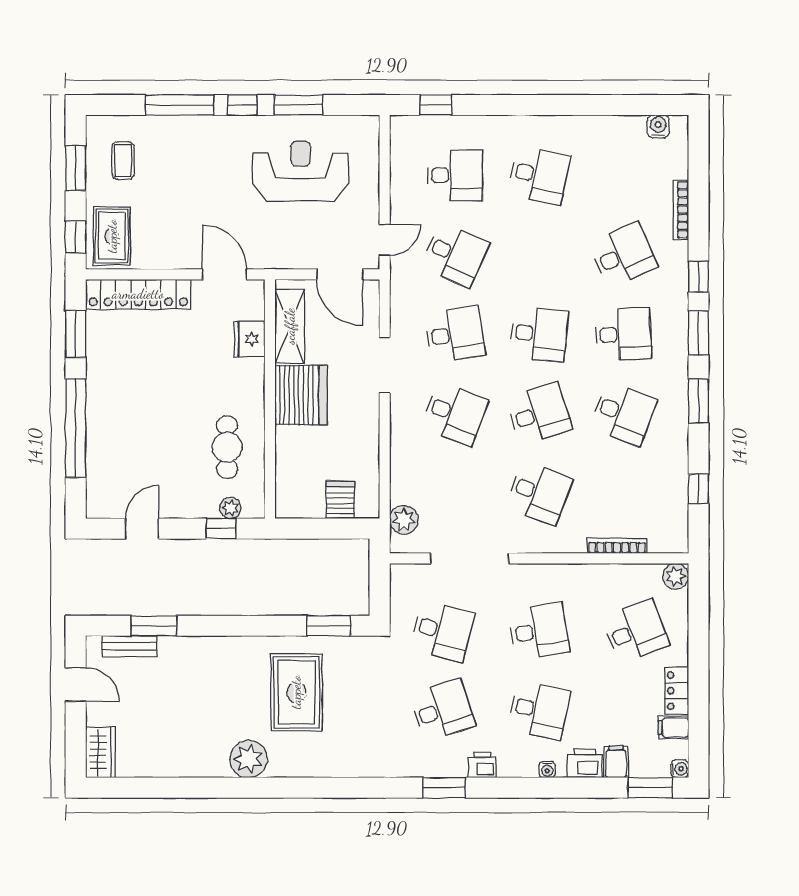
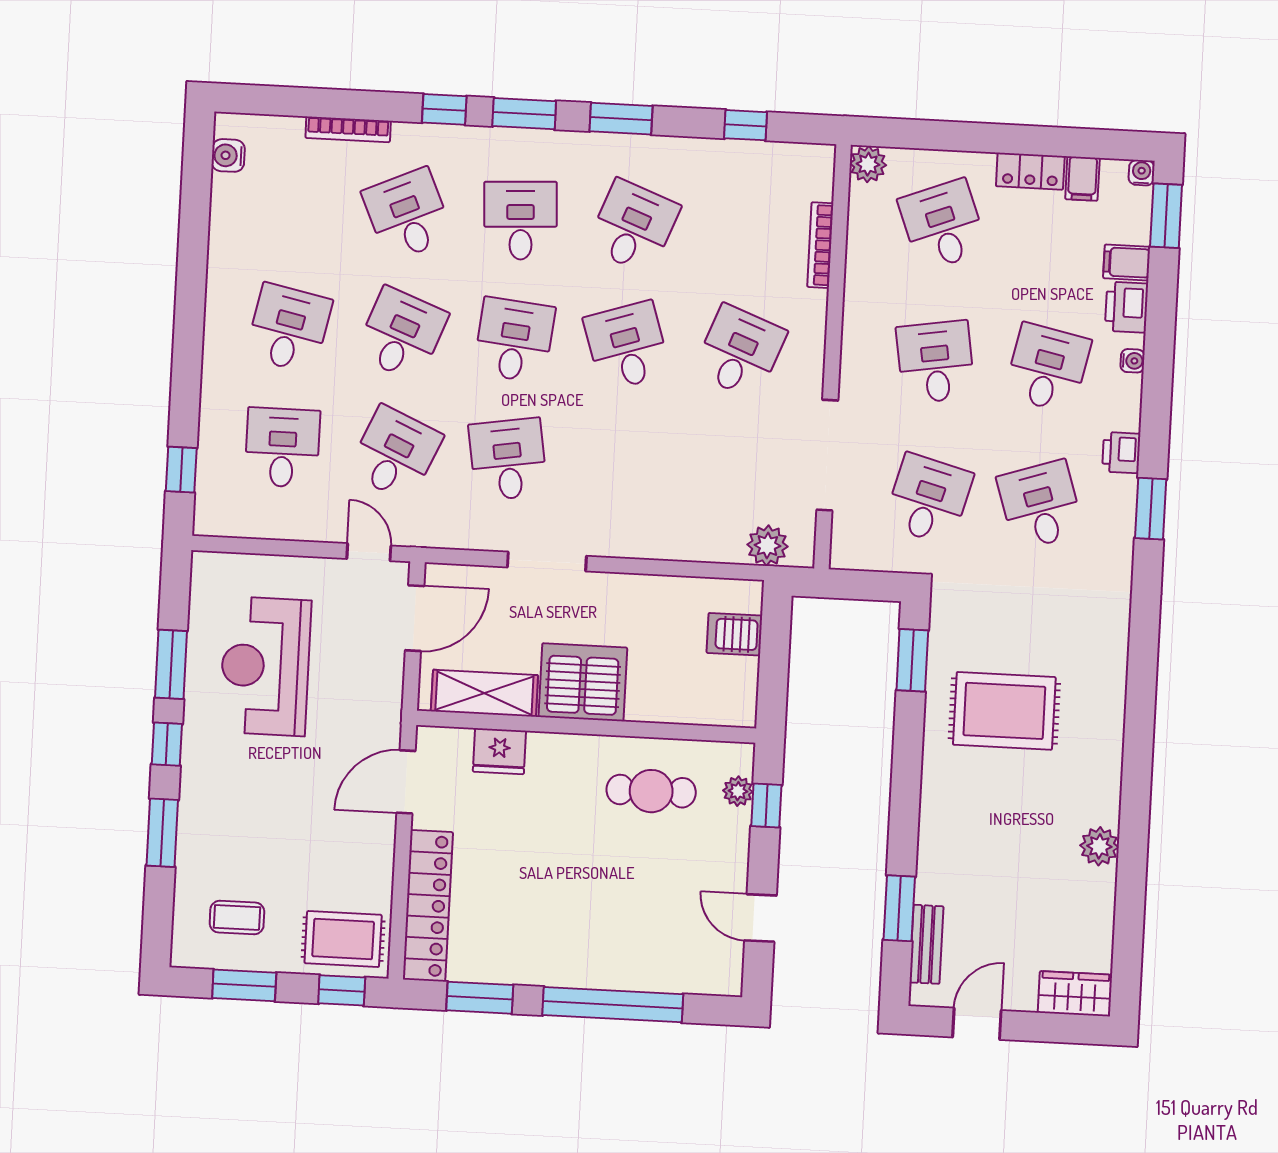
window: (180, 105) -> (162, 833), width x0.69
desk: (455, 414) -> (401, 334), moved
plant: (248, 759) -> (1099, 846), moved, width x0.73, depth x0.73

